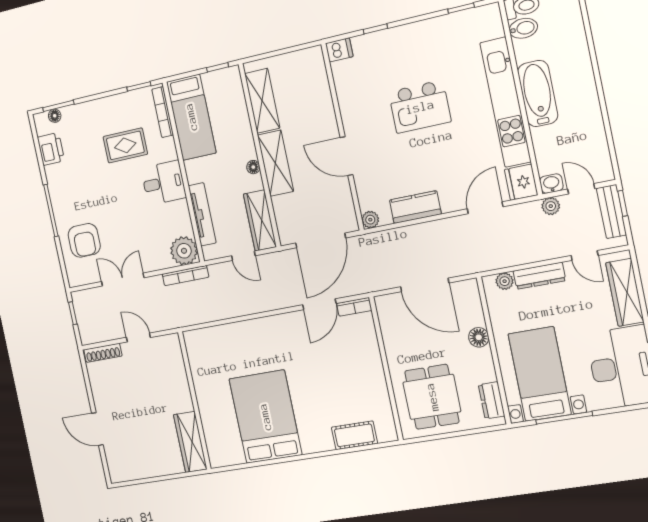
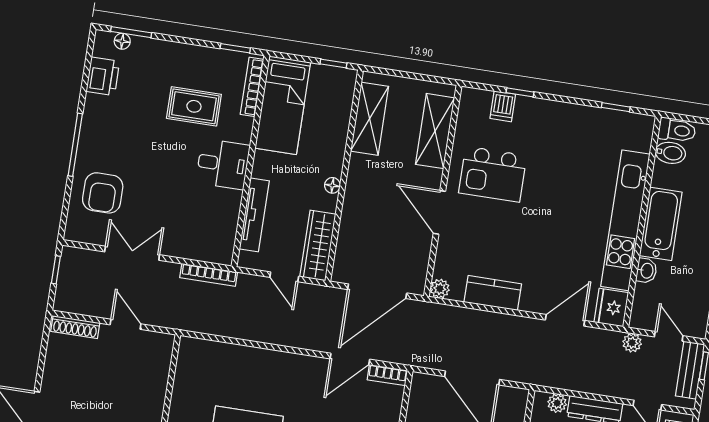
dishwasher: (339, 50) -> (503, 106), moved, turned 90
kitchen island: (420, 107) -> (493, 174), moved
shelving: (275, 163) -> (435, 131), moved
washbasin: (551, 184) -> (646, 271), moved, turned 90
plant: (184, 251) -> (218, 247), removed

